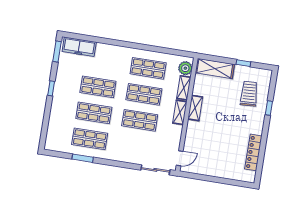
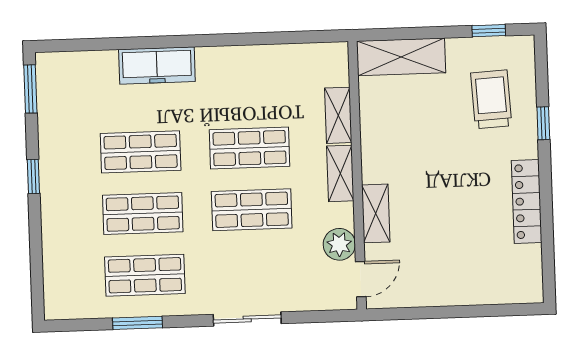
freezer: (79, 47) -> (157, 65), moved
window: (243, 63) -> (489, 31), moved
shop shelf: (148, 68) -> (247, 86), removed
plant: (185, 68) -> (339, 244), moved
shelving: (195, 108) -> (376, 213), moved
locker: (253, 152) -> (527, 201), moved
sliding door: (155, 170) -> (247, 319), moved

